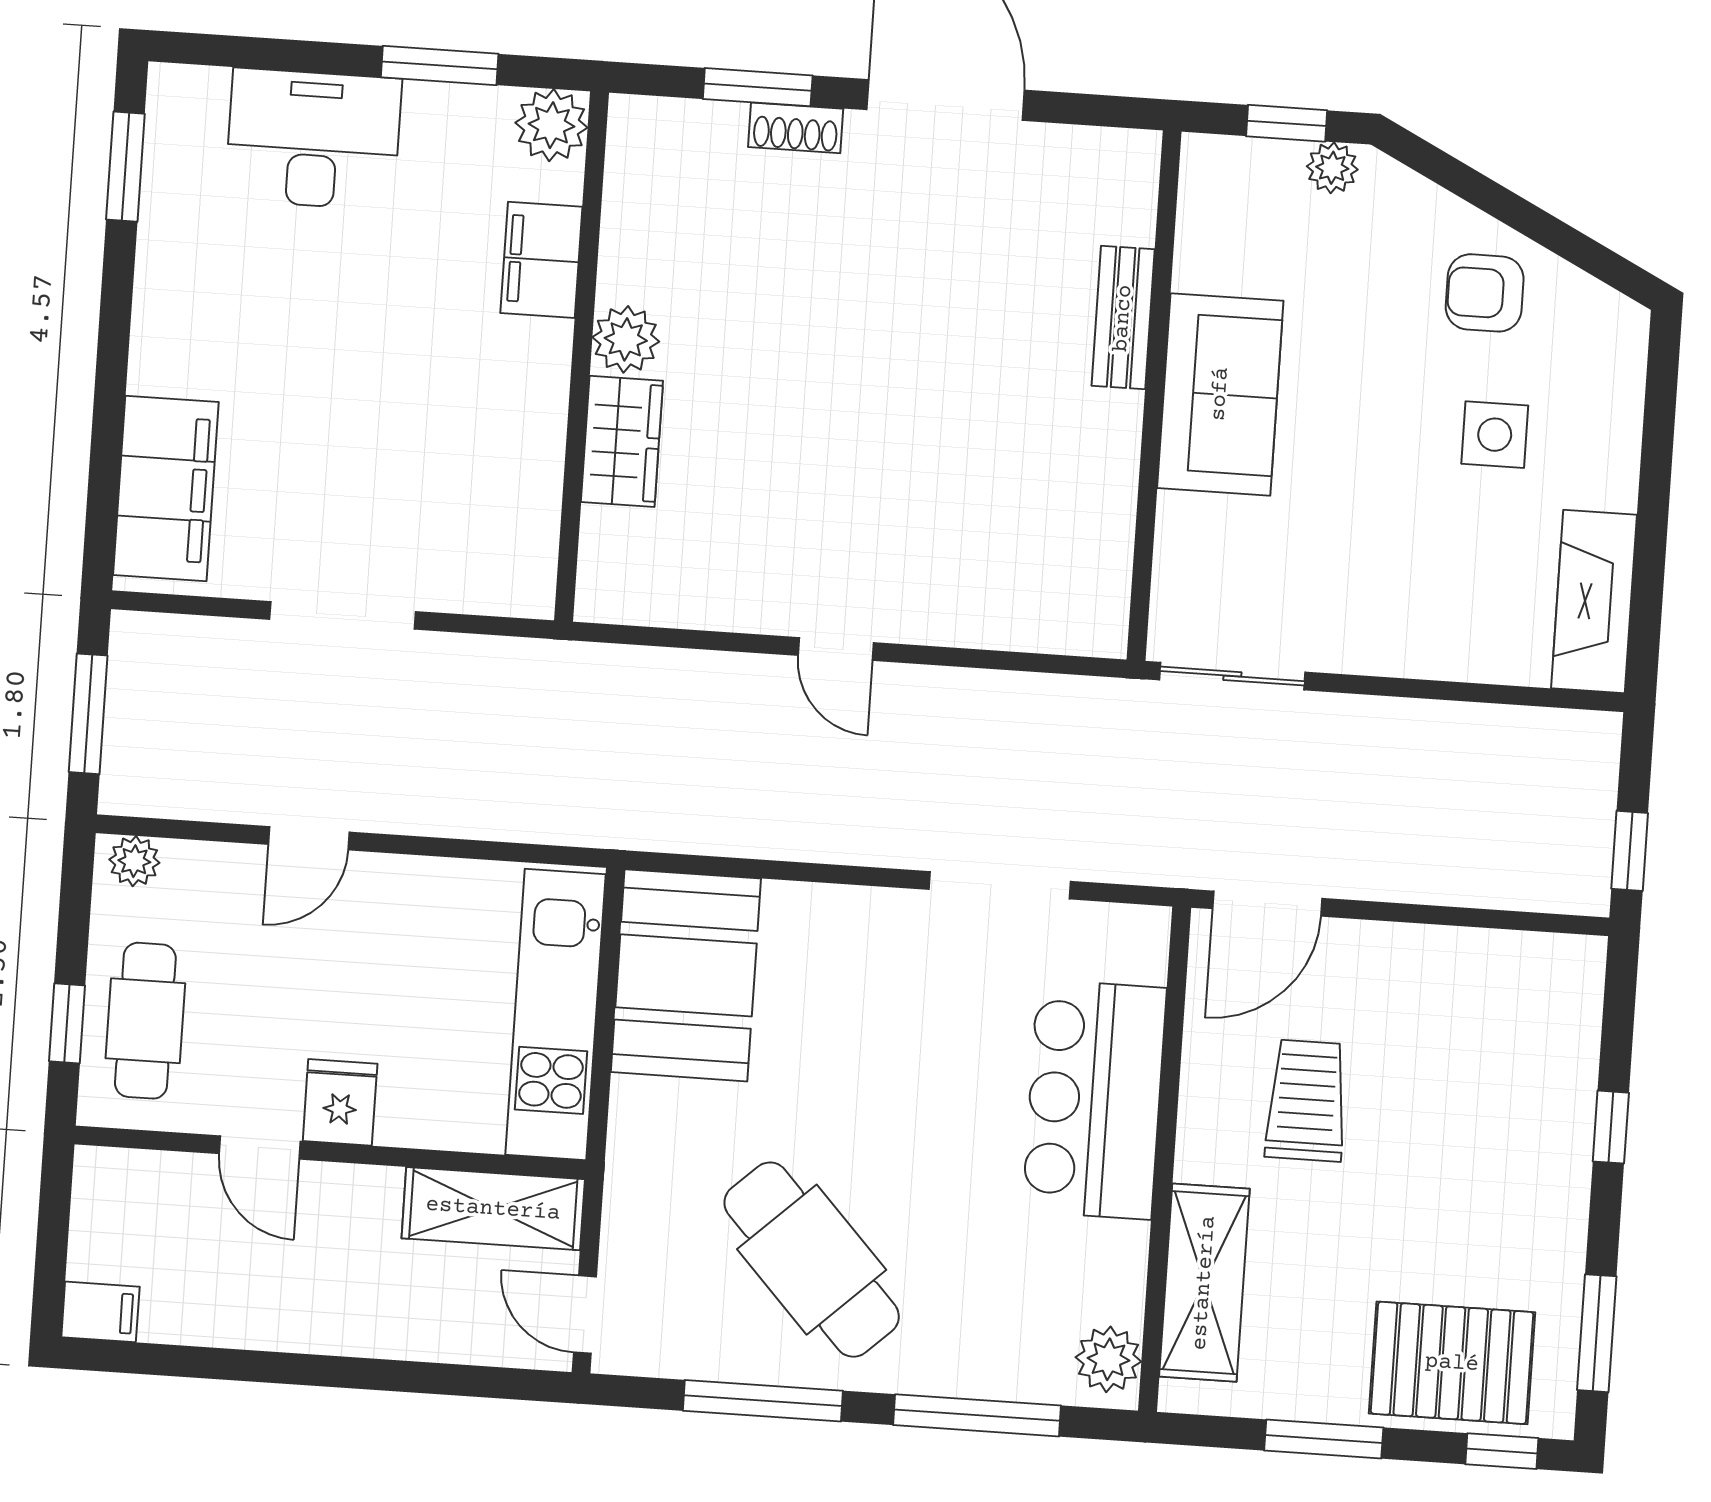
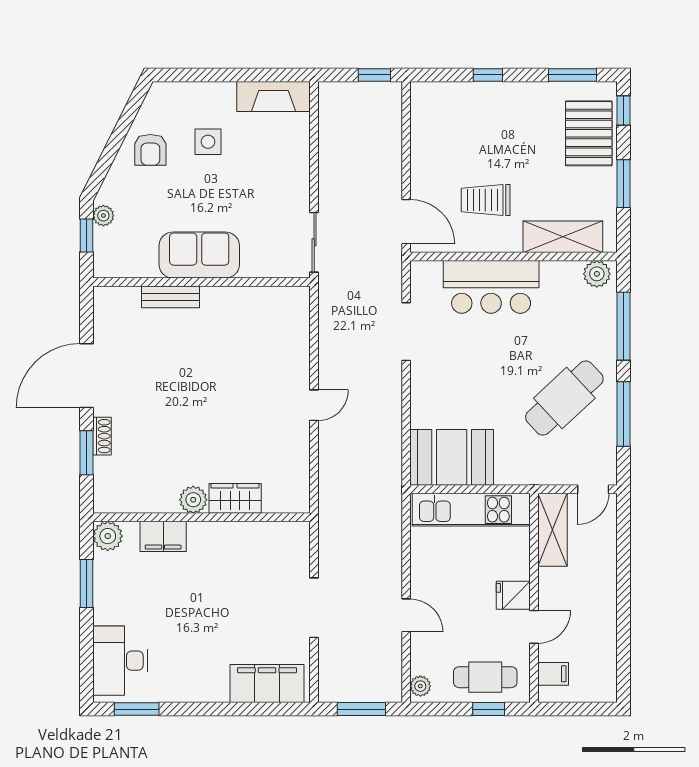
desk: (313, 139) -> (120, 661), moved
filing cabinet: (100, 1312) -> (553, 674), moved, turned 90

